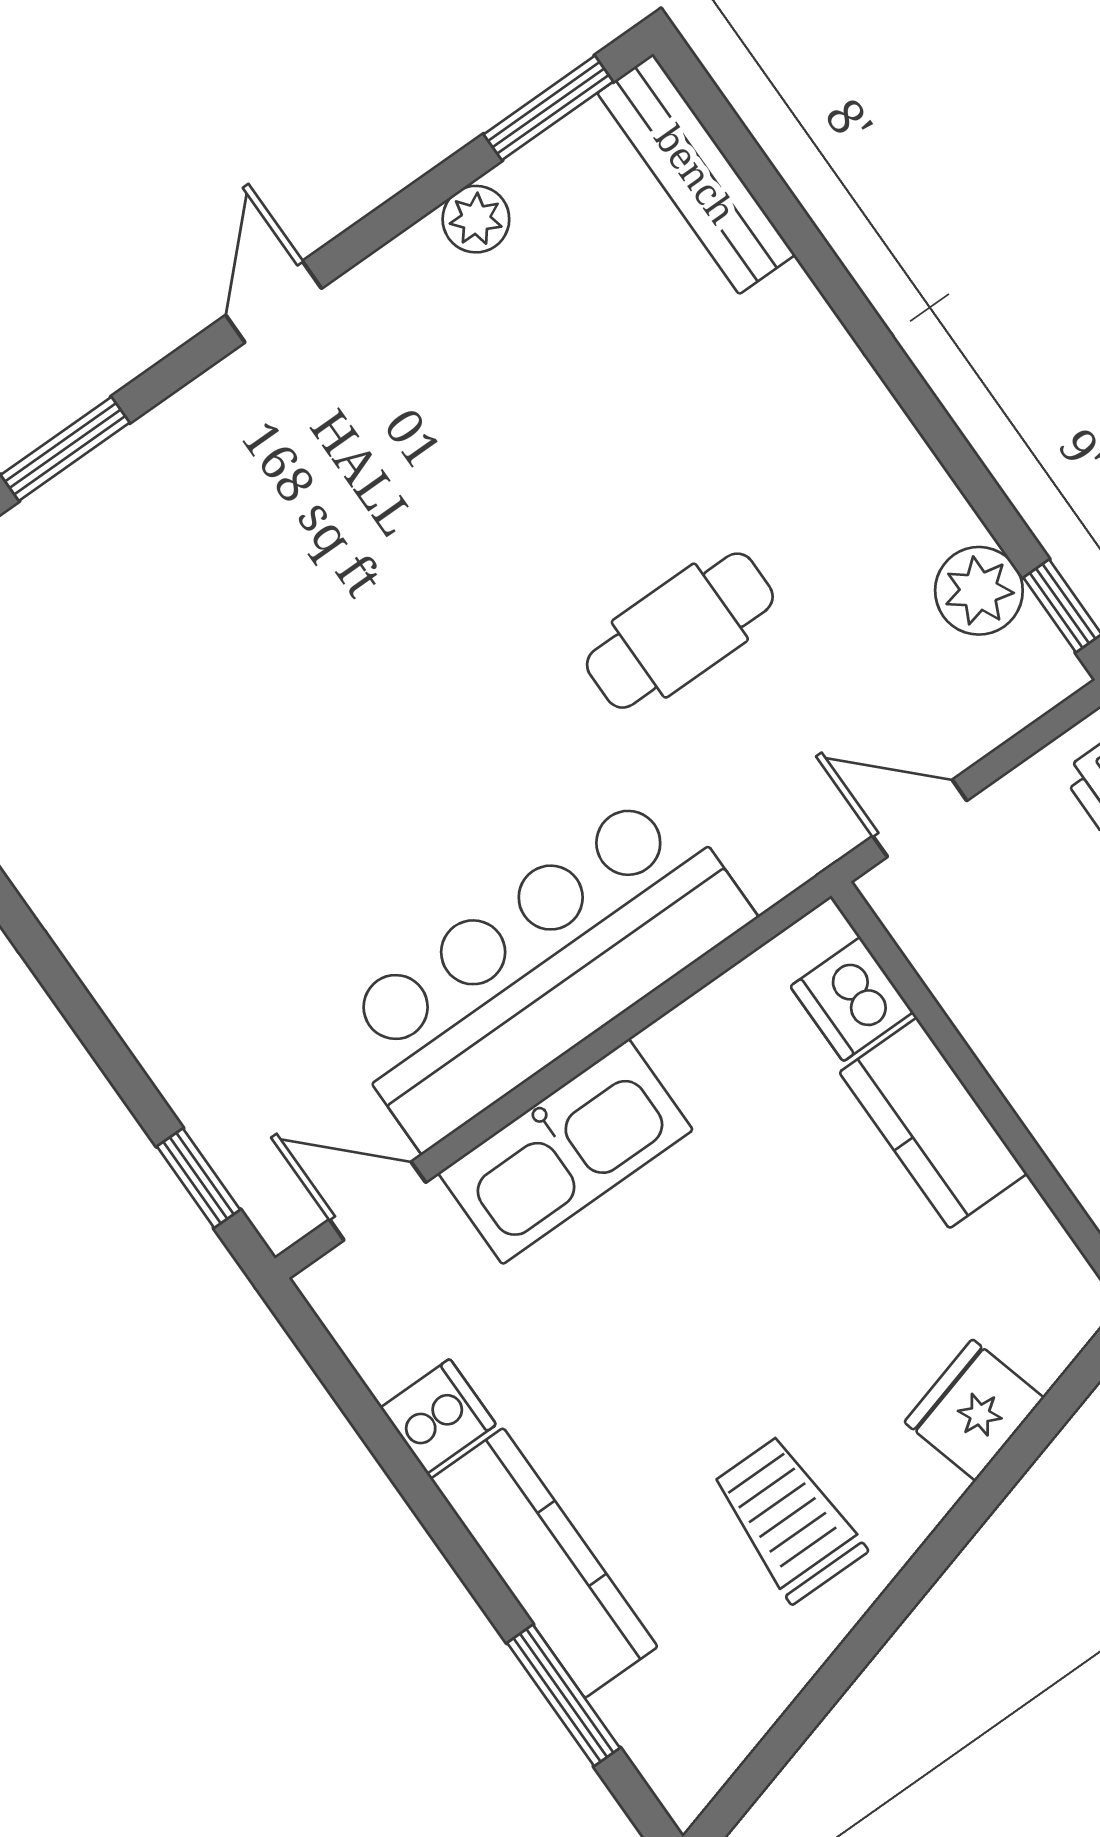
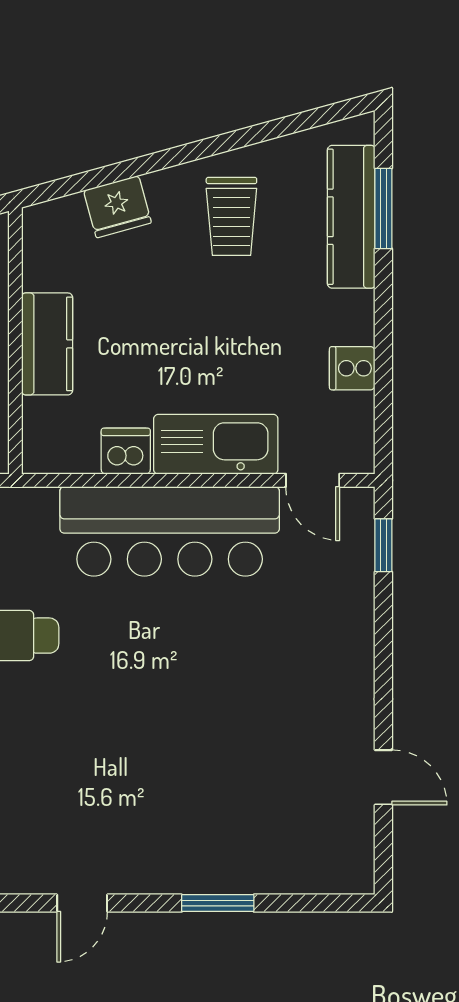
dishwasher: (852, 999) -> (126, 451), moved, turned -90
kitchen counter: (544, 1563) -> (351, 217), moved

